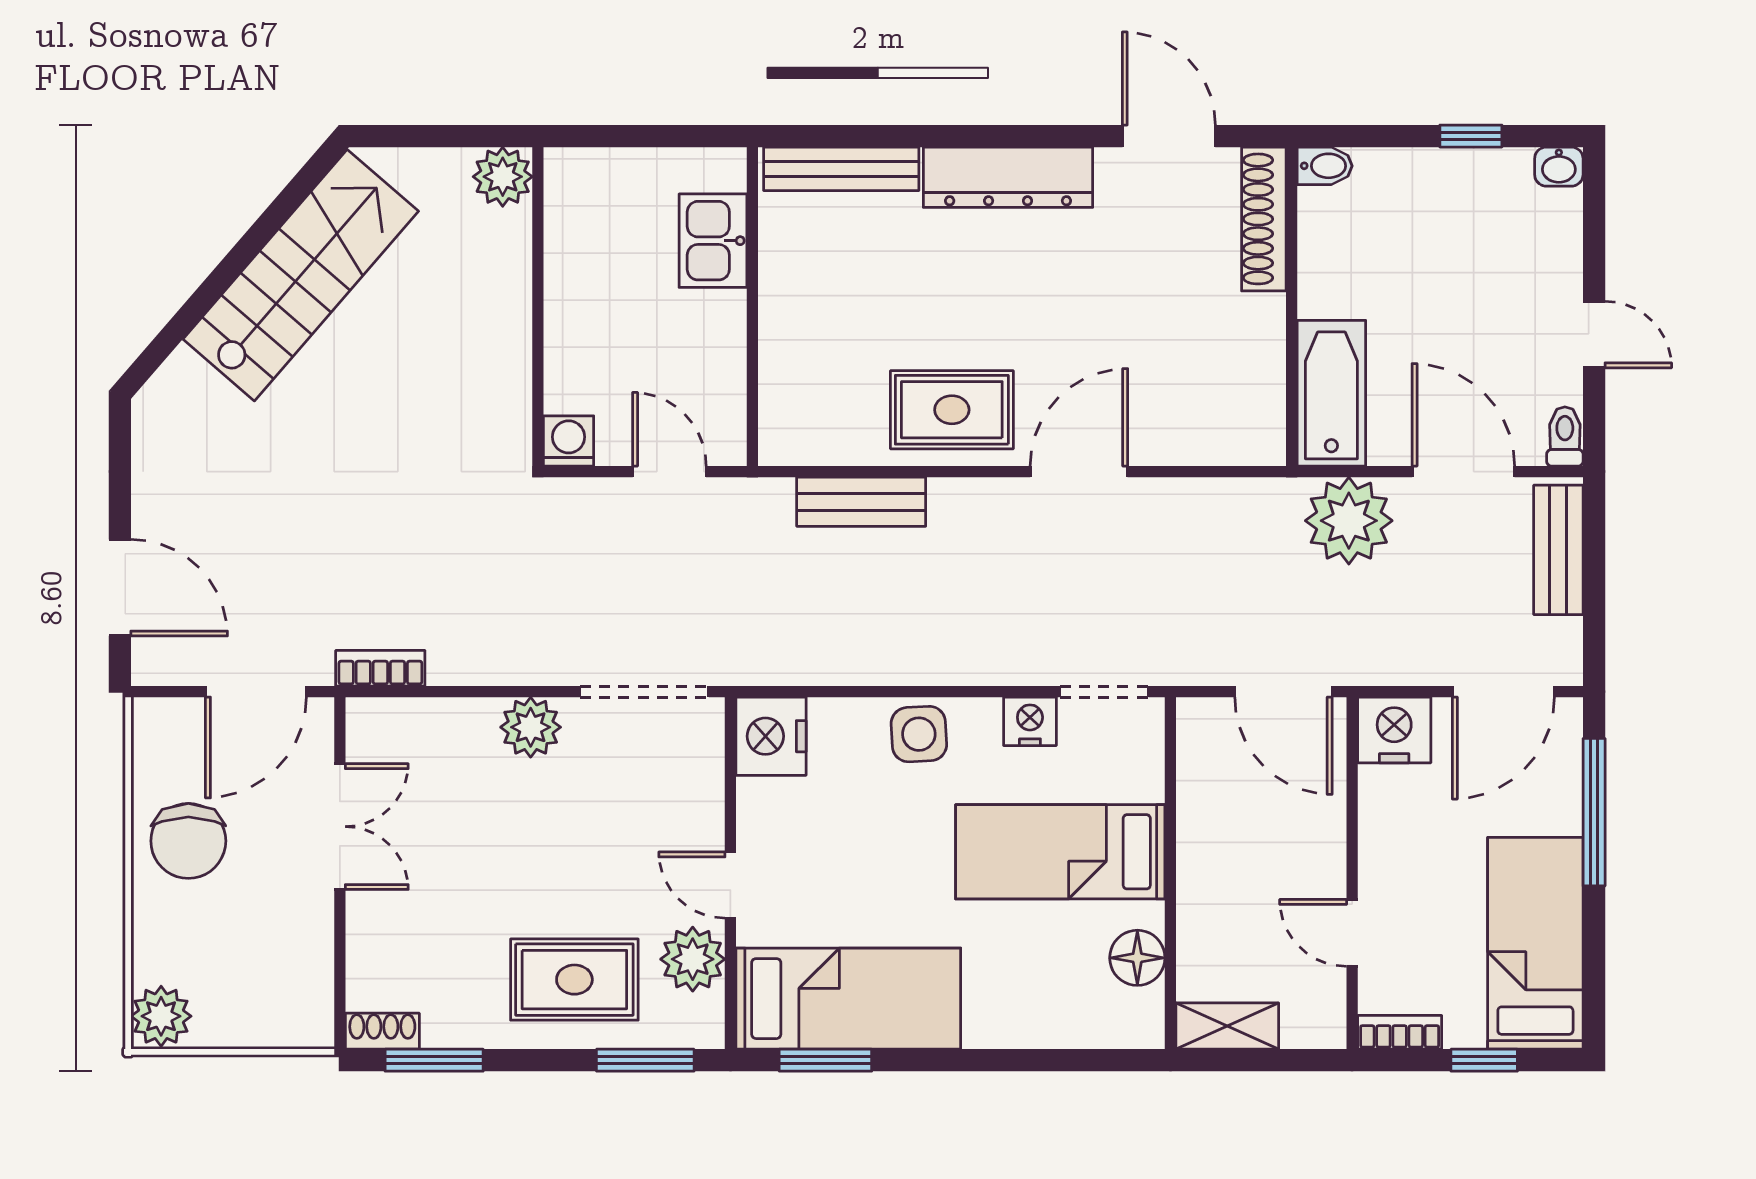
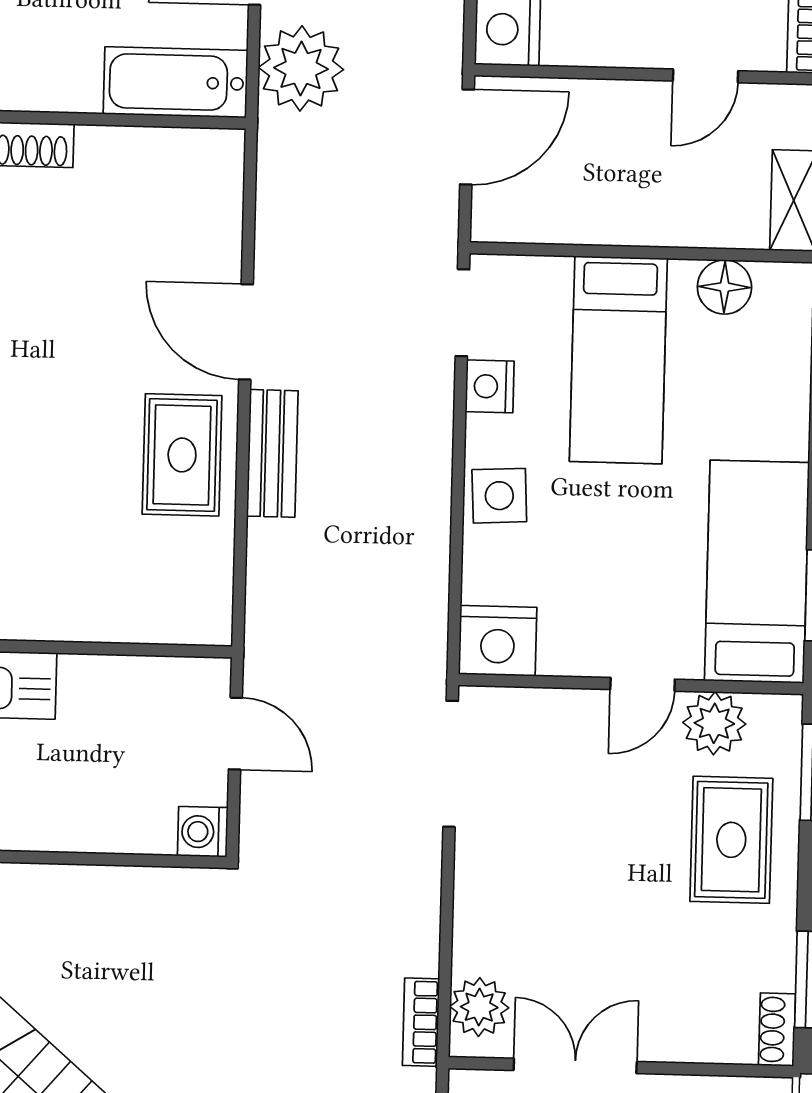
door: (669, 472) -> (235, 734), swing flipped
bench: (861, 502) -> (272, 453), moved
plant: (531, 727) -> (479, 1007), moved

